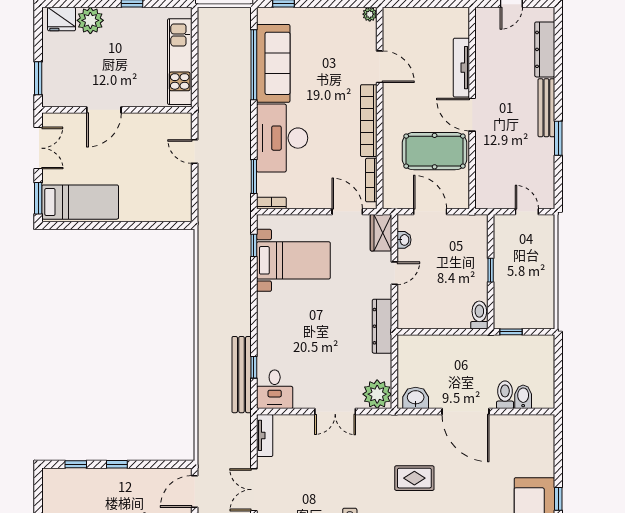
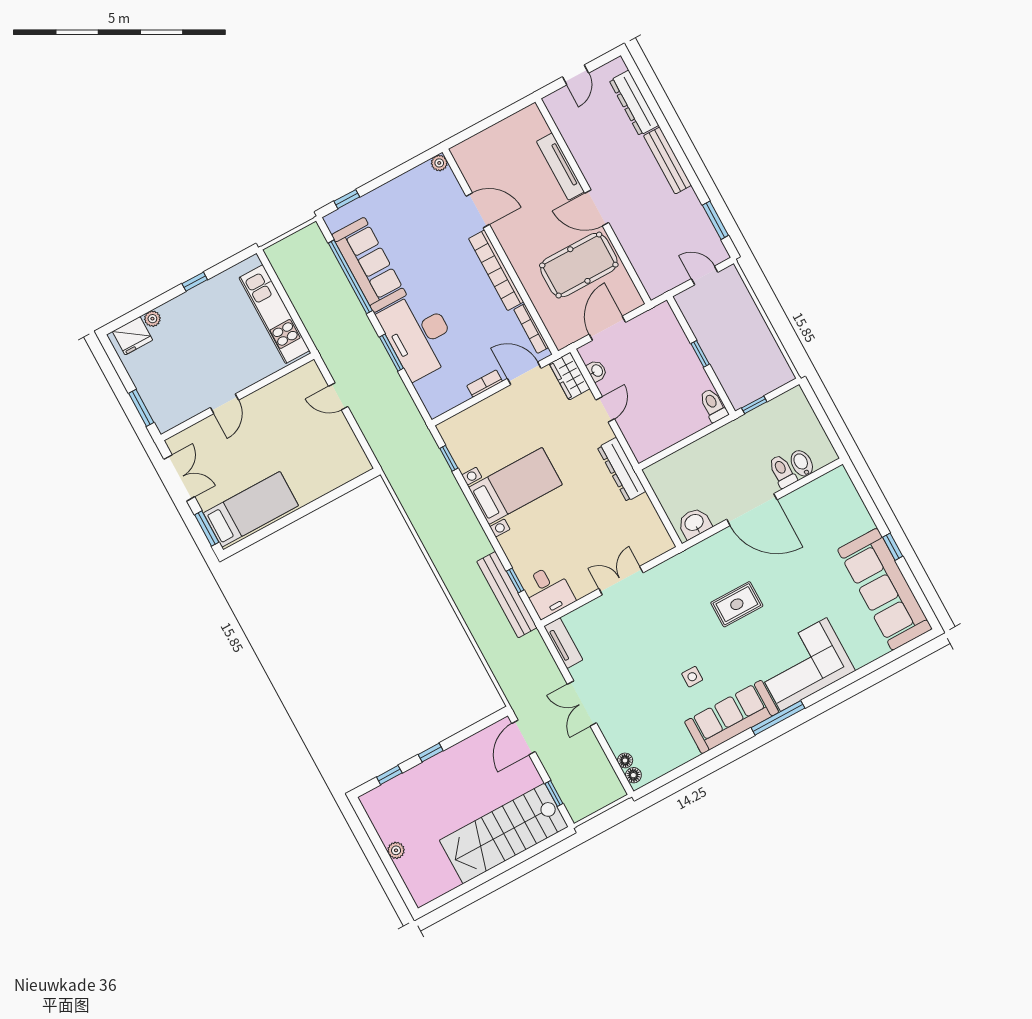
plant: (90, 20) -> (152, 319), width x0.53, depth x0.53
door: (104, 110) -> (224, 404), width x0.73
window: (558, 138) -> (715, 220), moved
window: (254, 177) -> (391, 353), moved
bookcase: (271, 203) -> (485, 384), moved
door: (430, 212) -> (607, 328), hinge flipped
bed with nightstands: (293, 260) -> (515, 486), moved
plant: (377, 394) -> (654, 540), removed
double door: (335, 412) -> (621, 581), swing flipped

